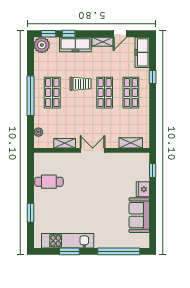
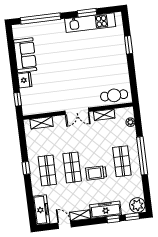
door: (120, 34) -> (65, 225), hinge flipped
window: (153, 77) -> (26, 168), moved
cafe table: (49, 182) -> (114, 95), moved

